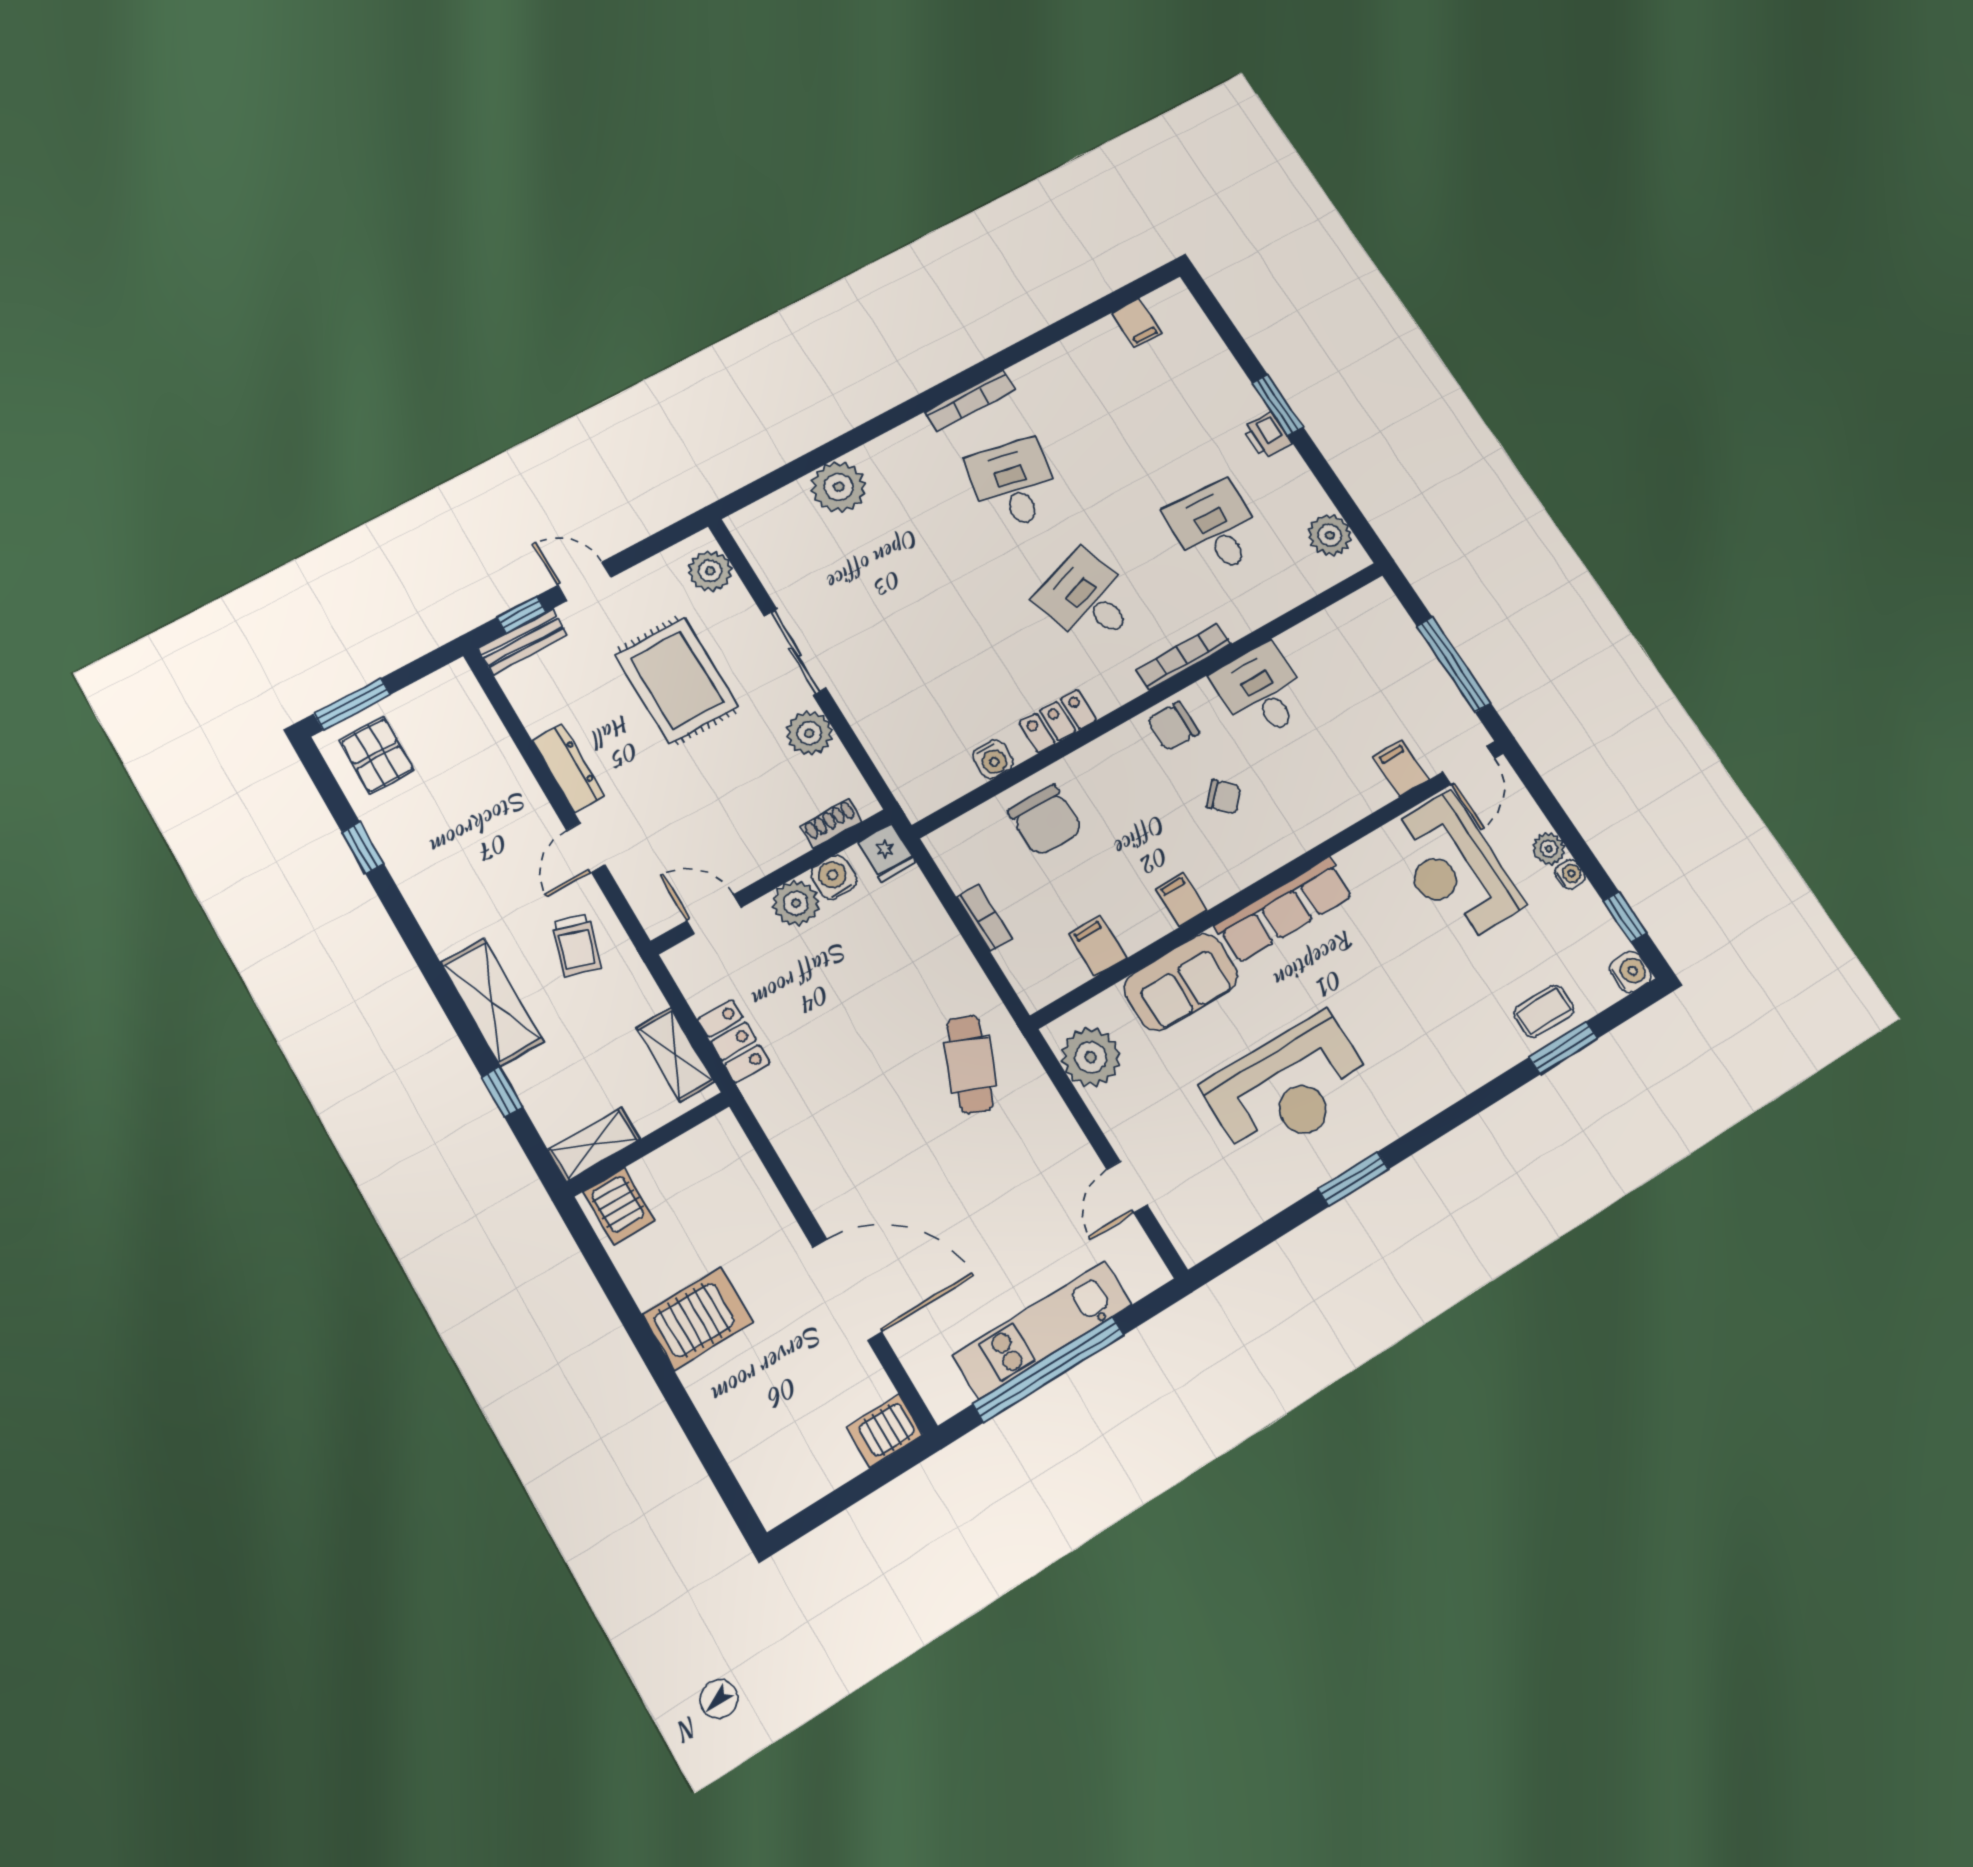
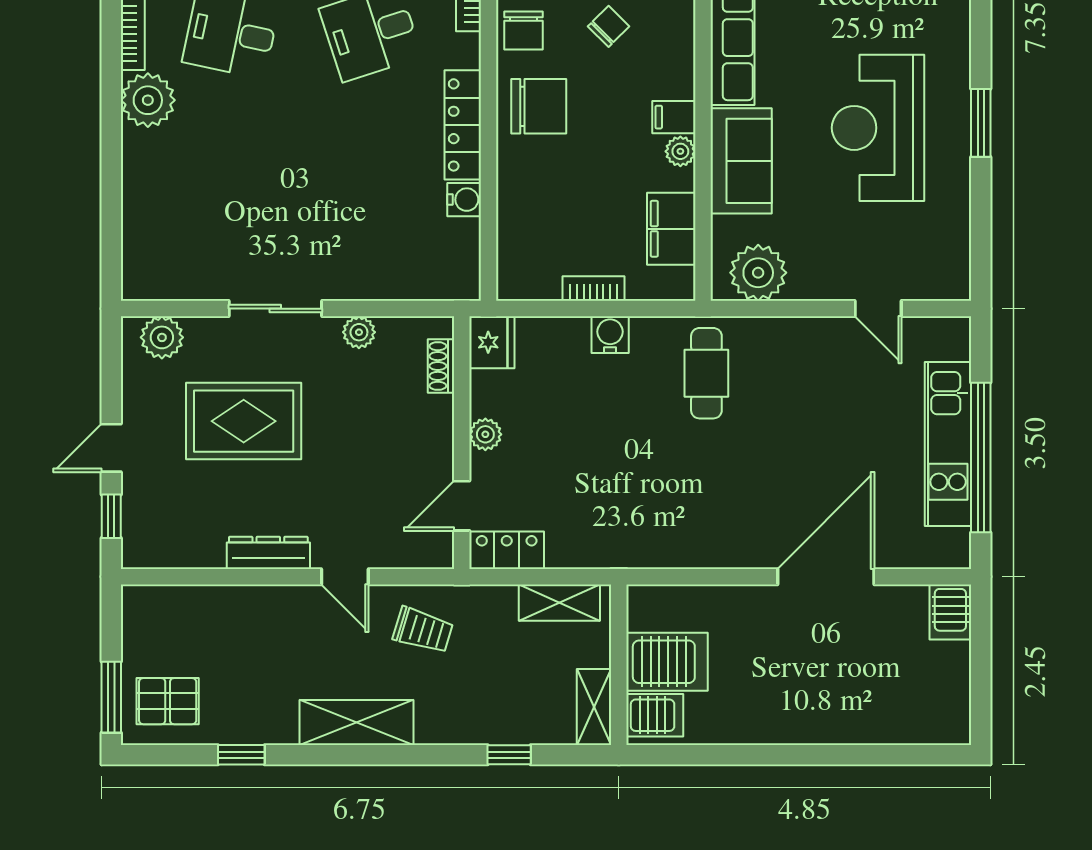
plant: (839, 487) -> (148, 100), moved
bench: (523, 642) -> (136, 529), removed
locker: (1058, 721) -> (463, 125), width x1.53
plant: (809, 733) -> (359, 332), width x0.73, depth x0.73
chair: (1046, 821) -> (539, 106), moved
fridge: (887, 852) -> (492, 342), width x1.38
water cooler: (834, 877) -> (610, 335), moved, turned 90
plant: (796, 903) -> (485, 434), width x0.73, depth x0.73
plant: (1155, 923) -> (680, 151), added
filing cabinet: (1097, 946) -> (671, 229), width x2.00
shelving: (492, 1002) -> (357, 722), moved
locker: (734, 1041) -> (507, 550), moved
cafe table: (970, 1064) -> (706, 373), turned 68
reception desk: (1289, 1088) -> (878, 128), turned 180
server rack: (698, 1318) -> (667, 662), moved, turned 90

